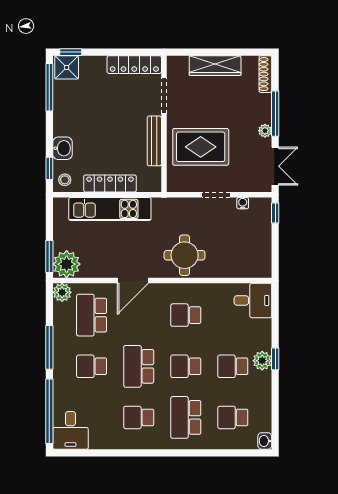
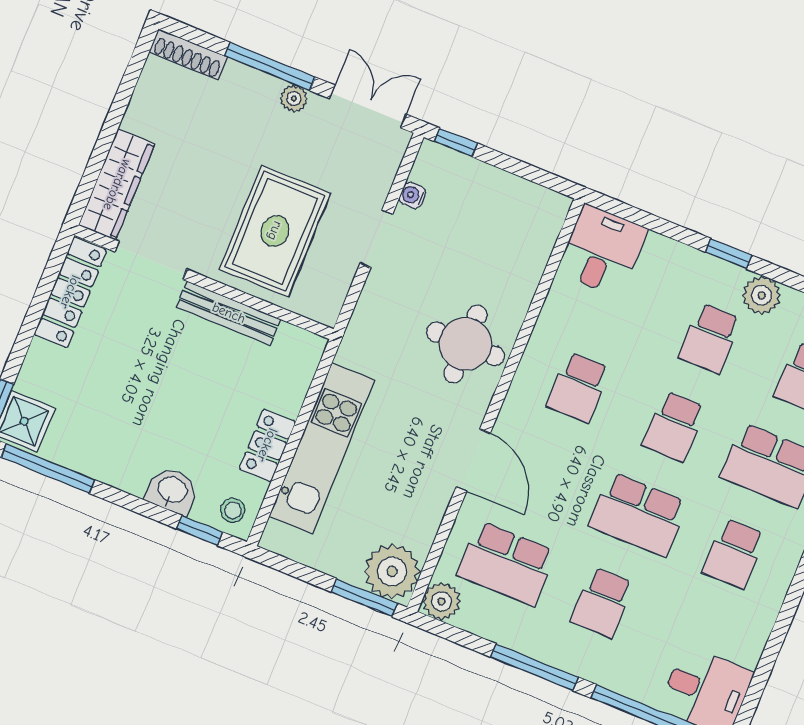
wardrobe: (215, 66) -> (117, 185), moved
locker: (110, 183) -> (267, 445), width x0.66
plant: (262, 361) -> (762, 295), moved

